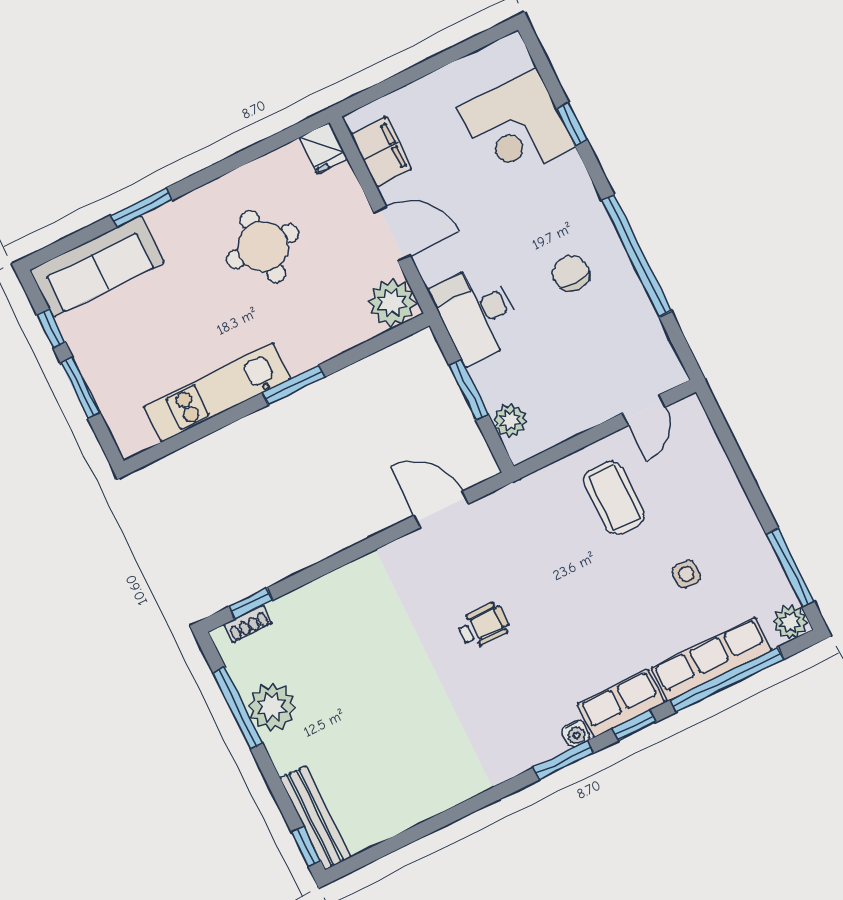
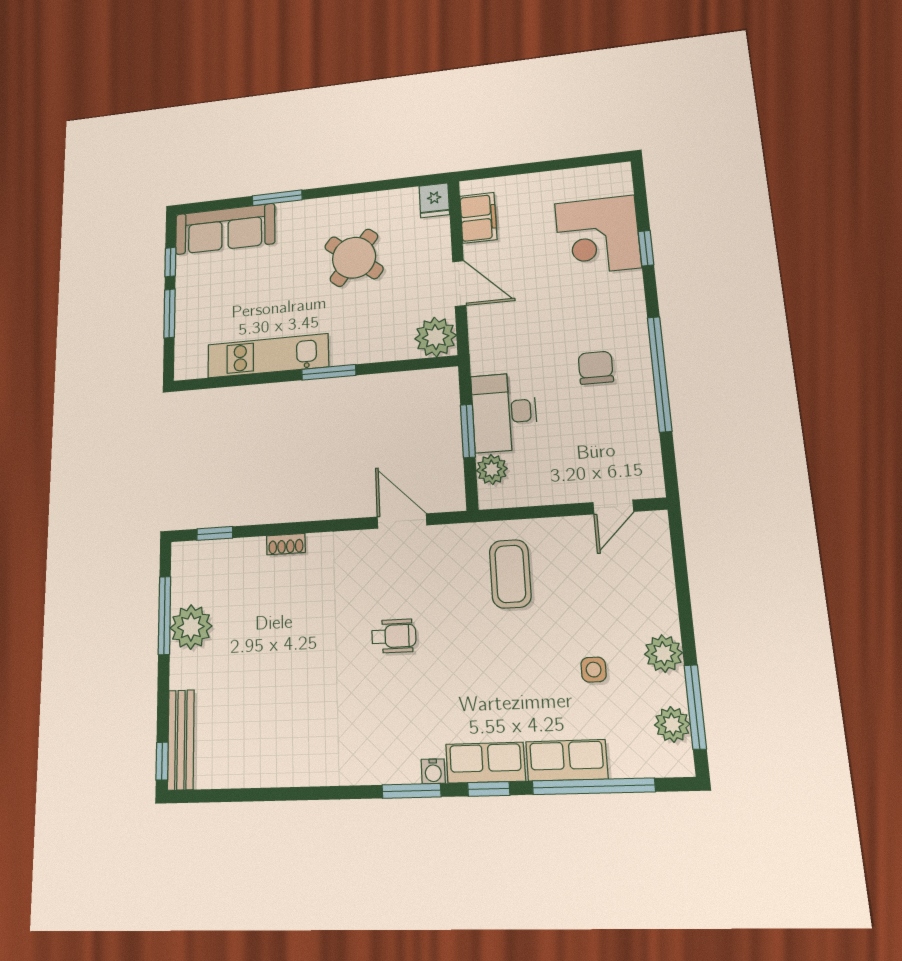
round table: (263, 247) -> (354, 258), turned 38
desk: (477, 313) -> (504, 412), moved
coffee table: (614, 498) -> (510, 574), moved
plant: (744, 531) -> (663, 654), added
plant: (790, 622) -> (672, 724), moved
shoe rack: (248, 624) -> (286, 544), moved
row of seats: (711, 659) -> (567, 760), width x0.68

